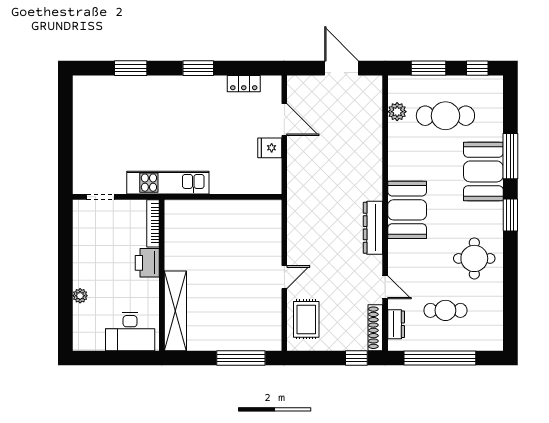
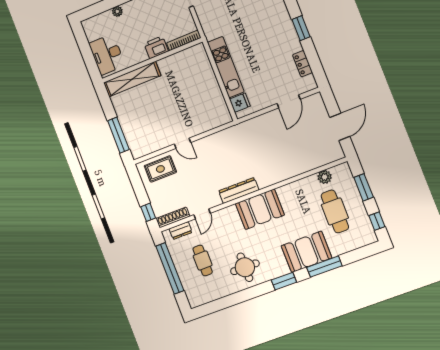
fridge: (270, 148) -> (240, 103), moved, turned 90
kitchen unit: (168, 183) -> (226, 67), moved

